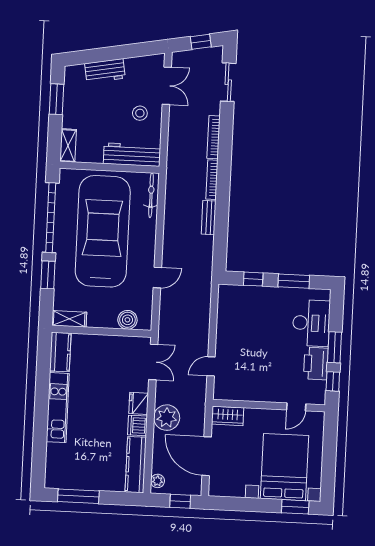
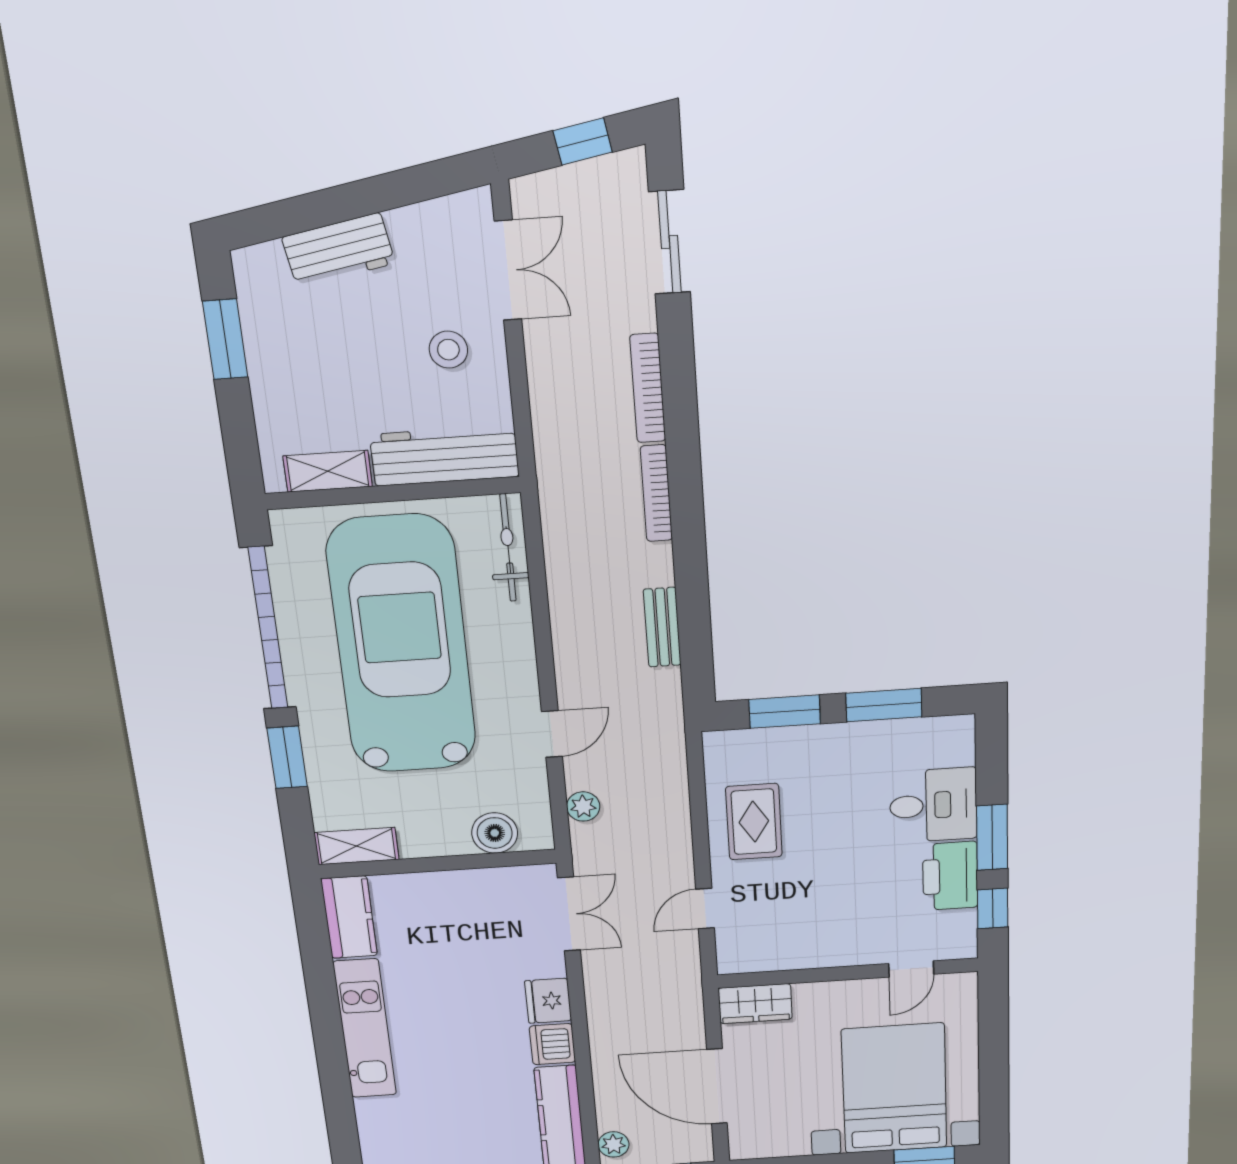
shelving: (68, 145) -> (328, 471), moved, turned 90
bench: (209, 218) -> (662, 627), moved
window: (253, 279) -> (785, 712), width x1.50
desk: (311, 323) -> (933, 805), width x0.73
rug: (236, 328) -> (754, 822), added
plant: (167, 418) -> (583, 806), moved, width x0.53, depth x0.53

